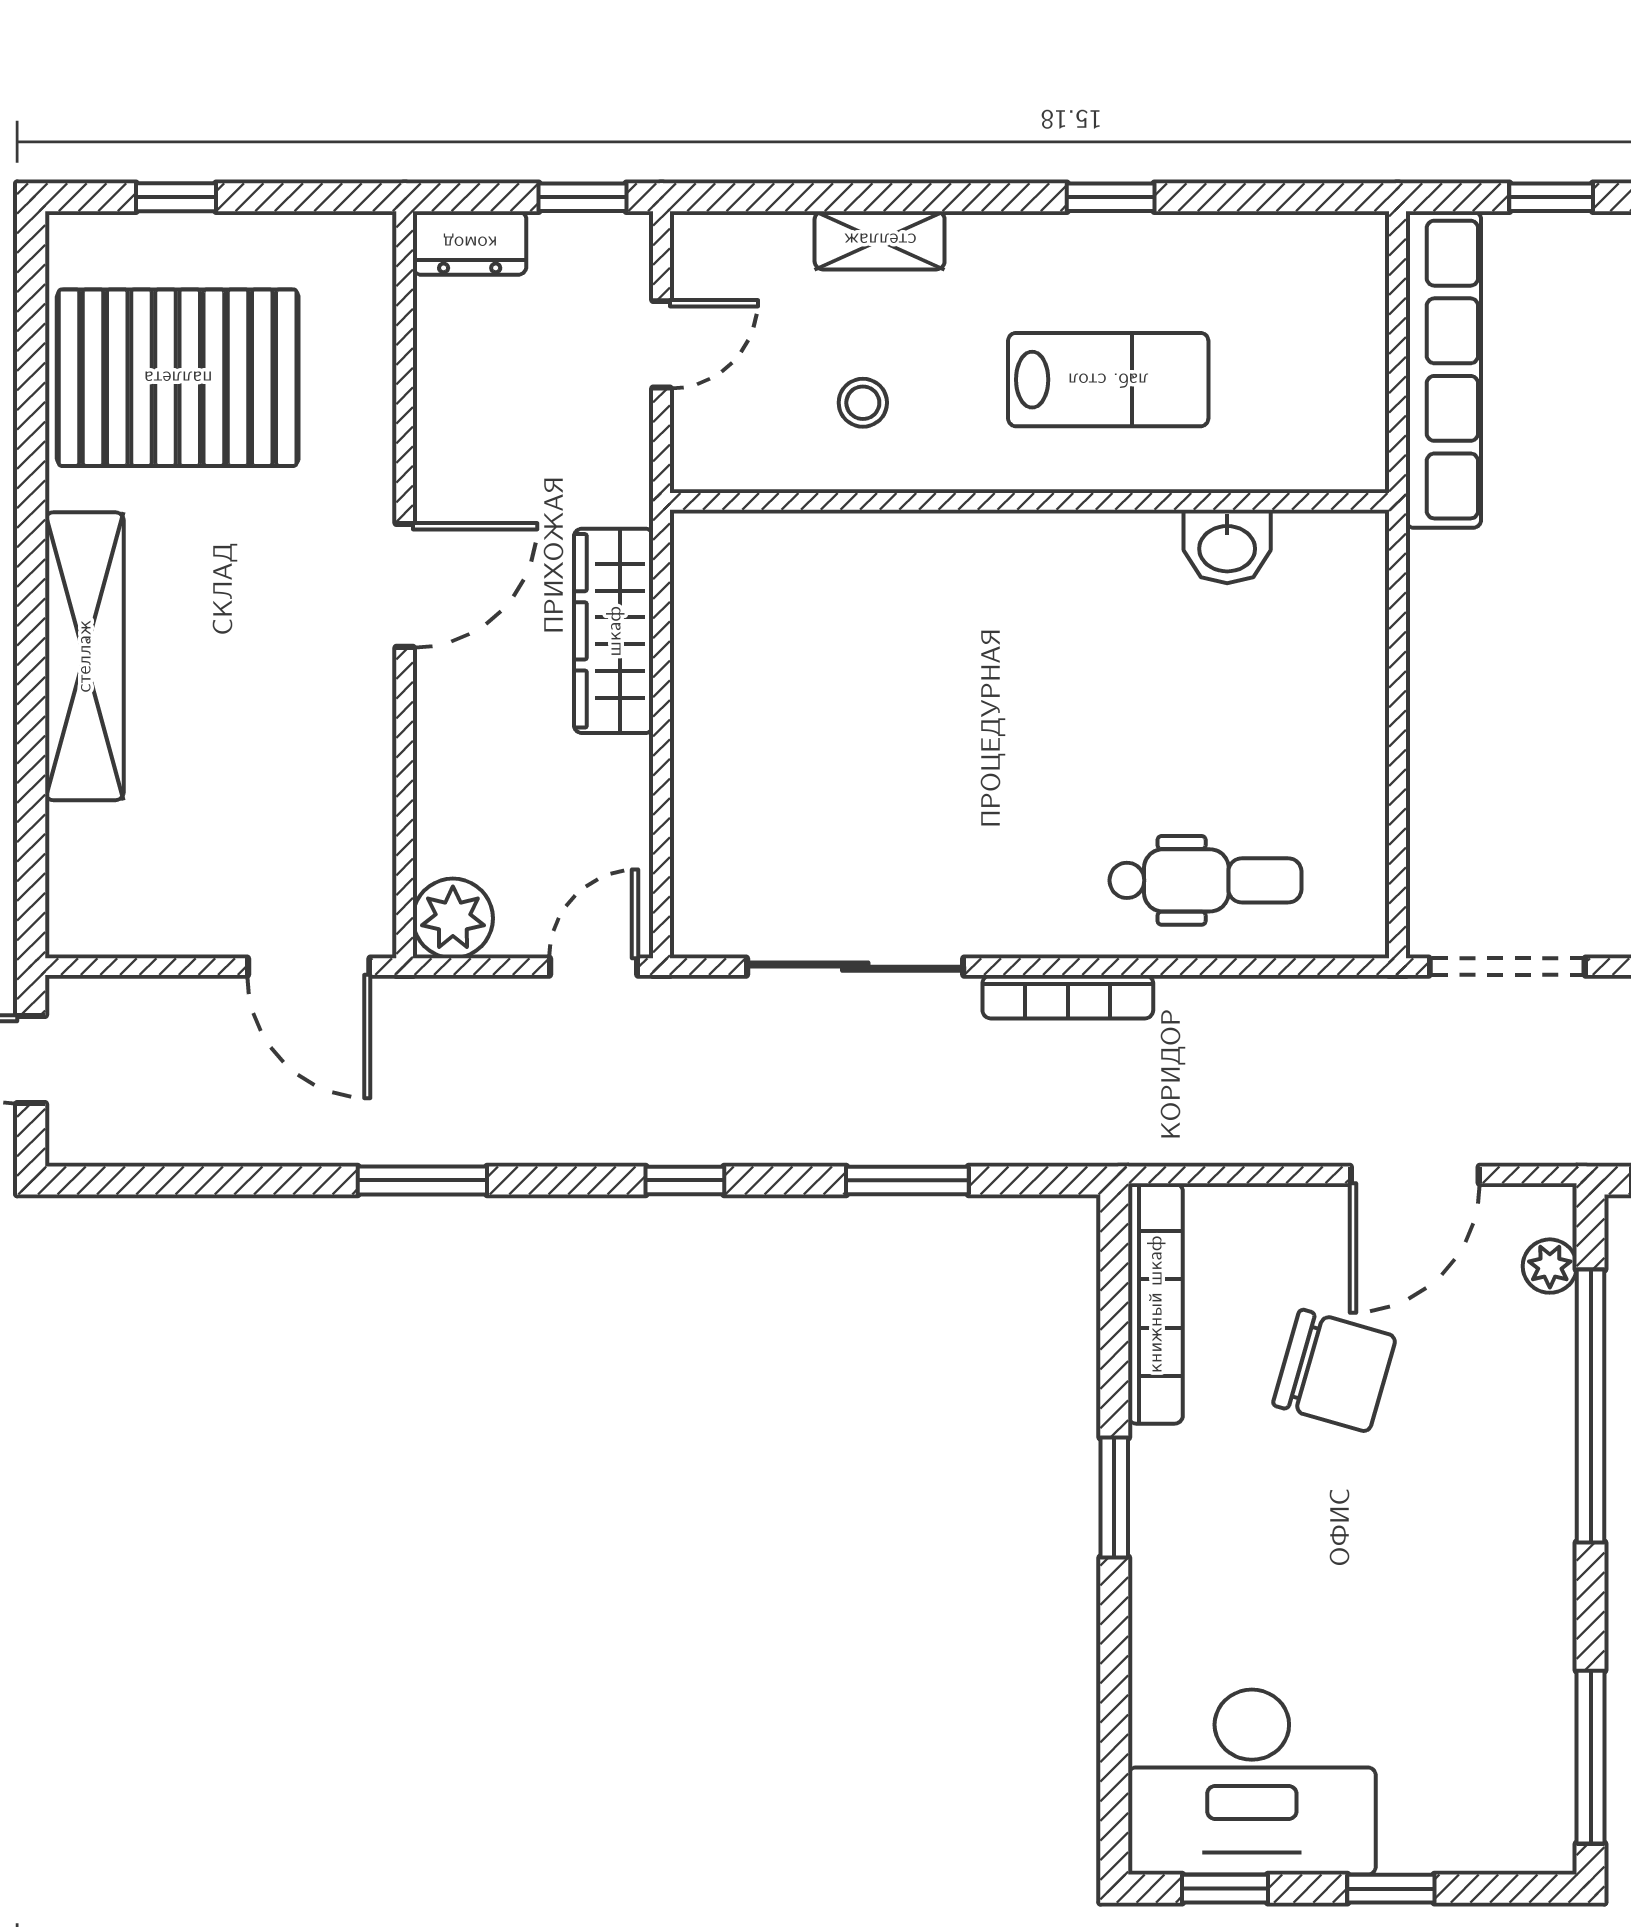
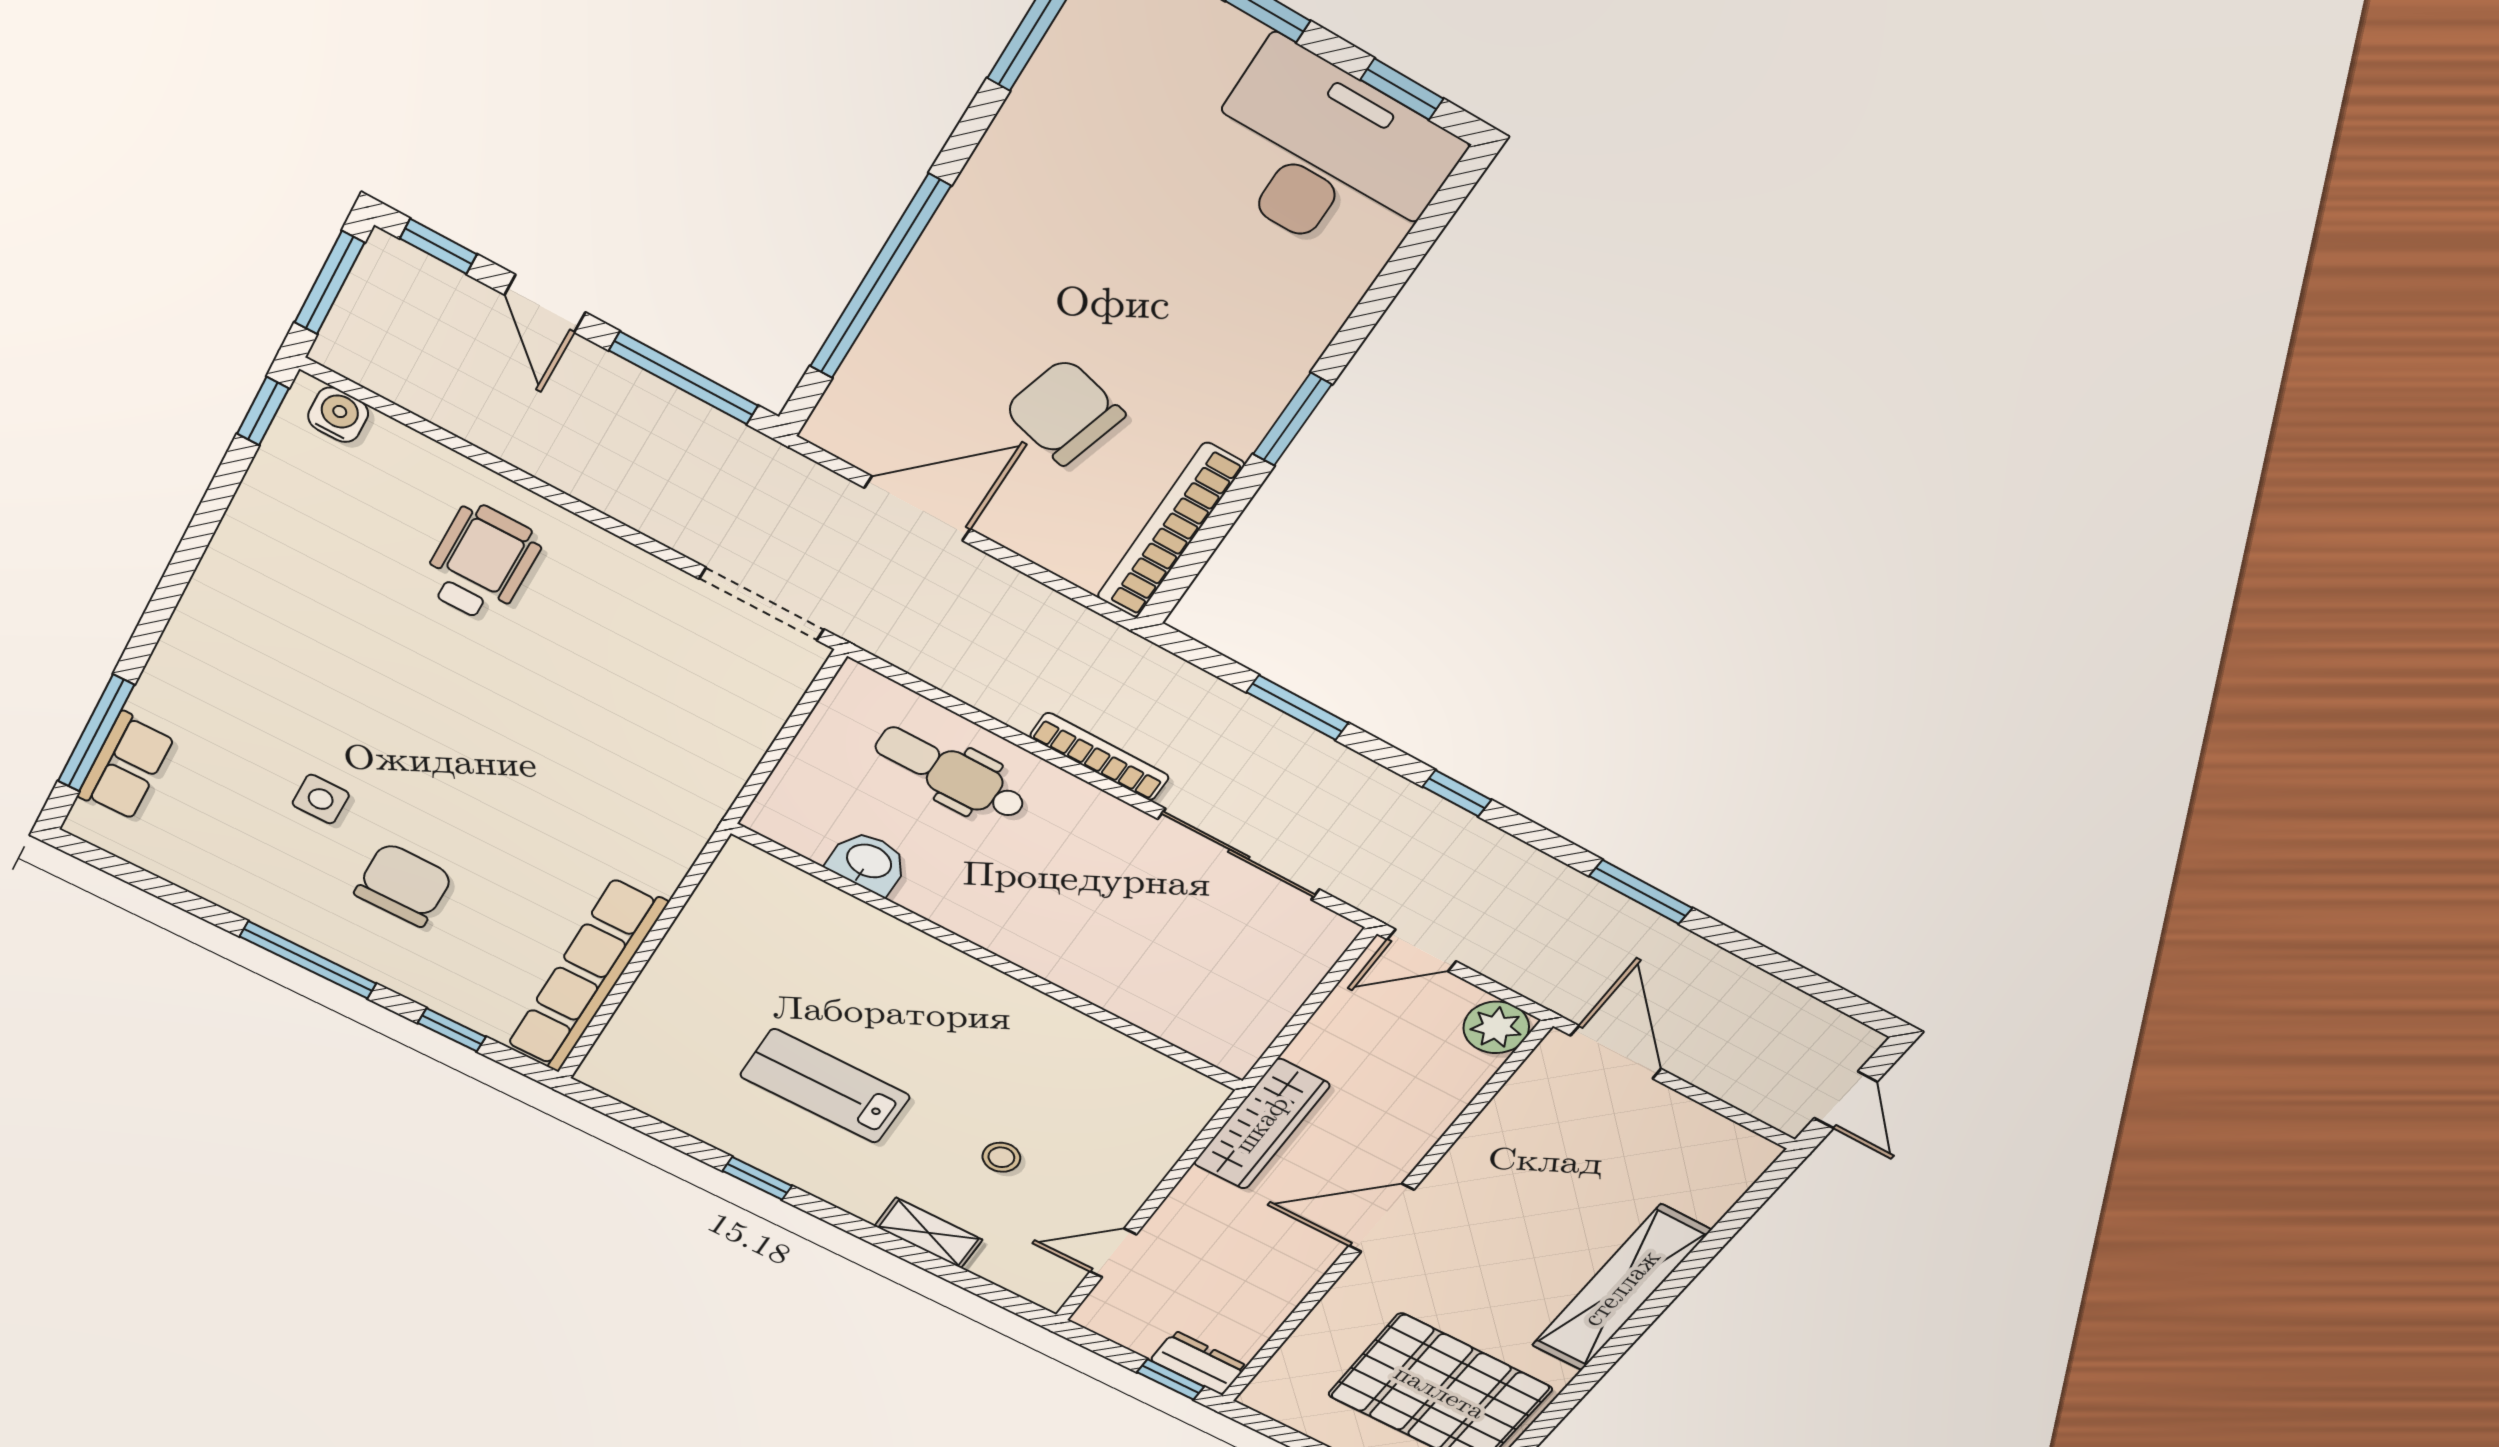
window: (583, 197) -> (1171, 1379), moved
wall: (1030, 501) -> (991, 959), moved
washbasin: (1227, 547) -> (868, 862), moved
plant: (1550, 1266) -> (852, 392), removed

